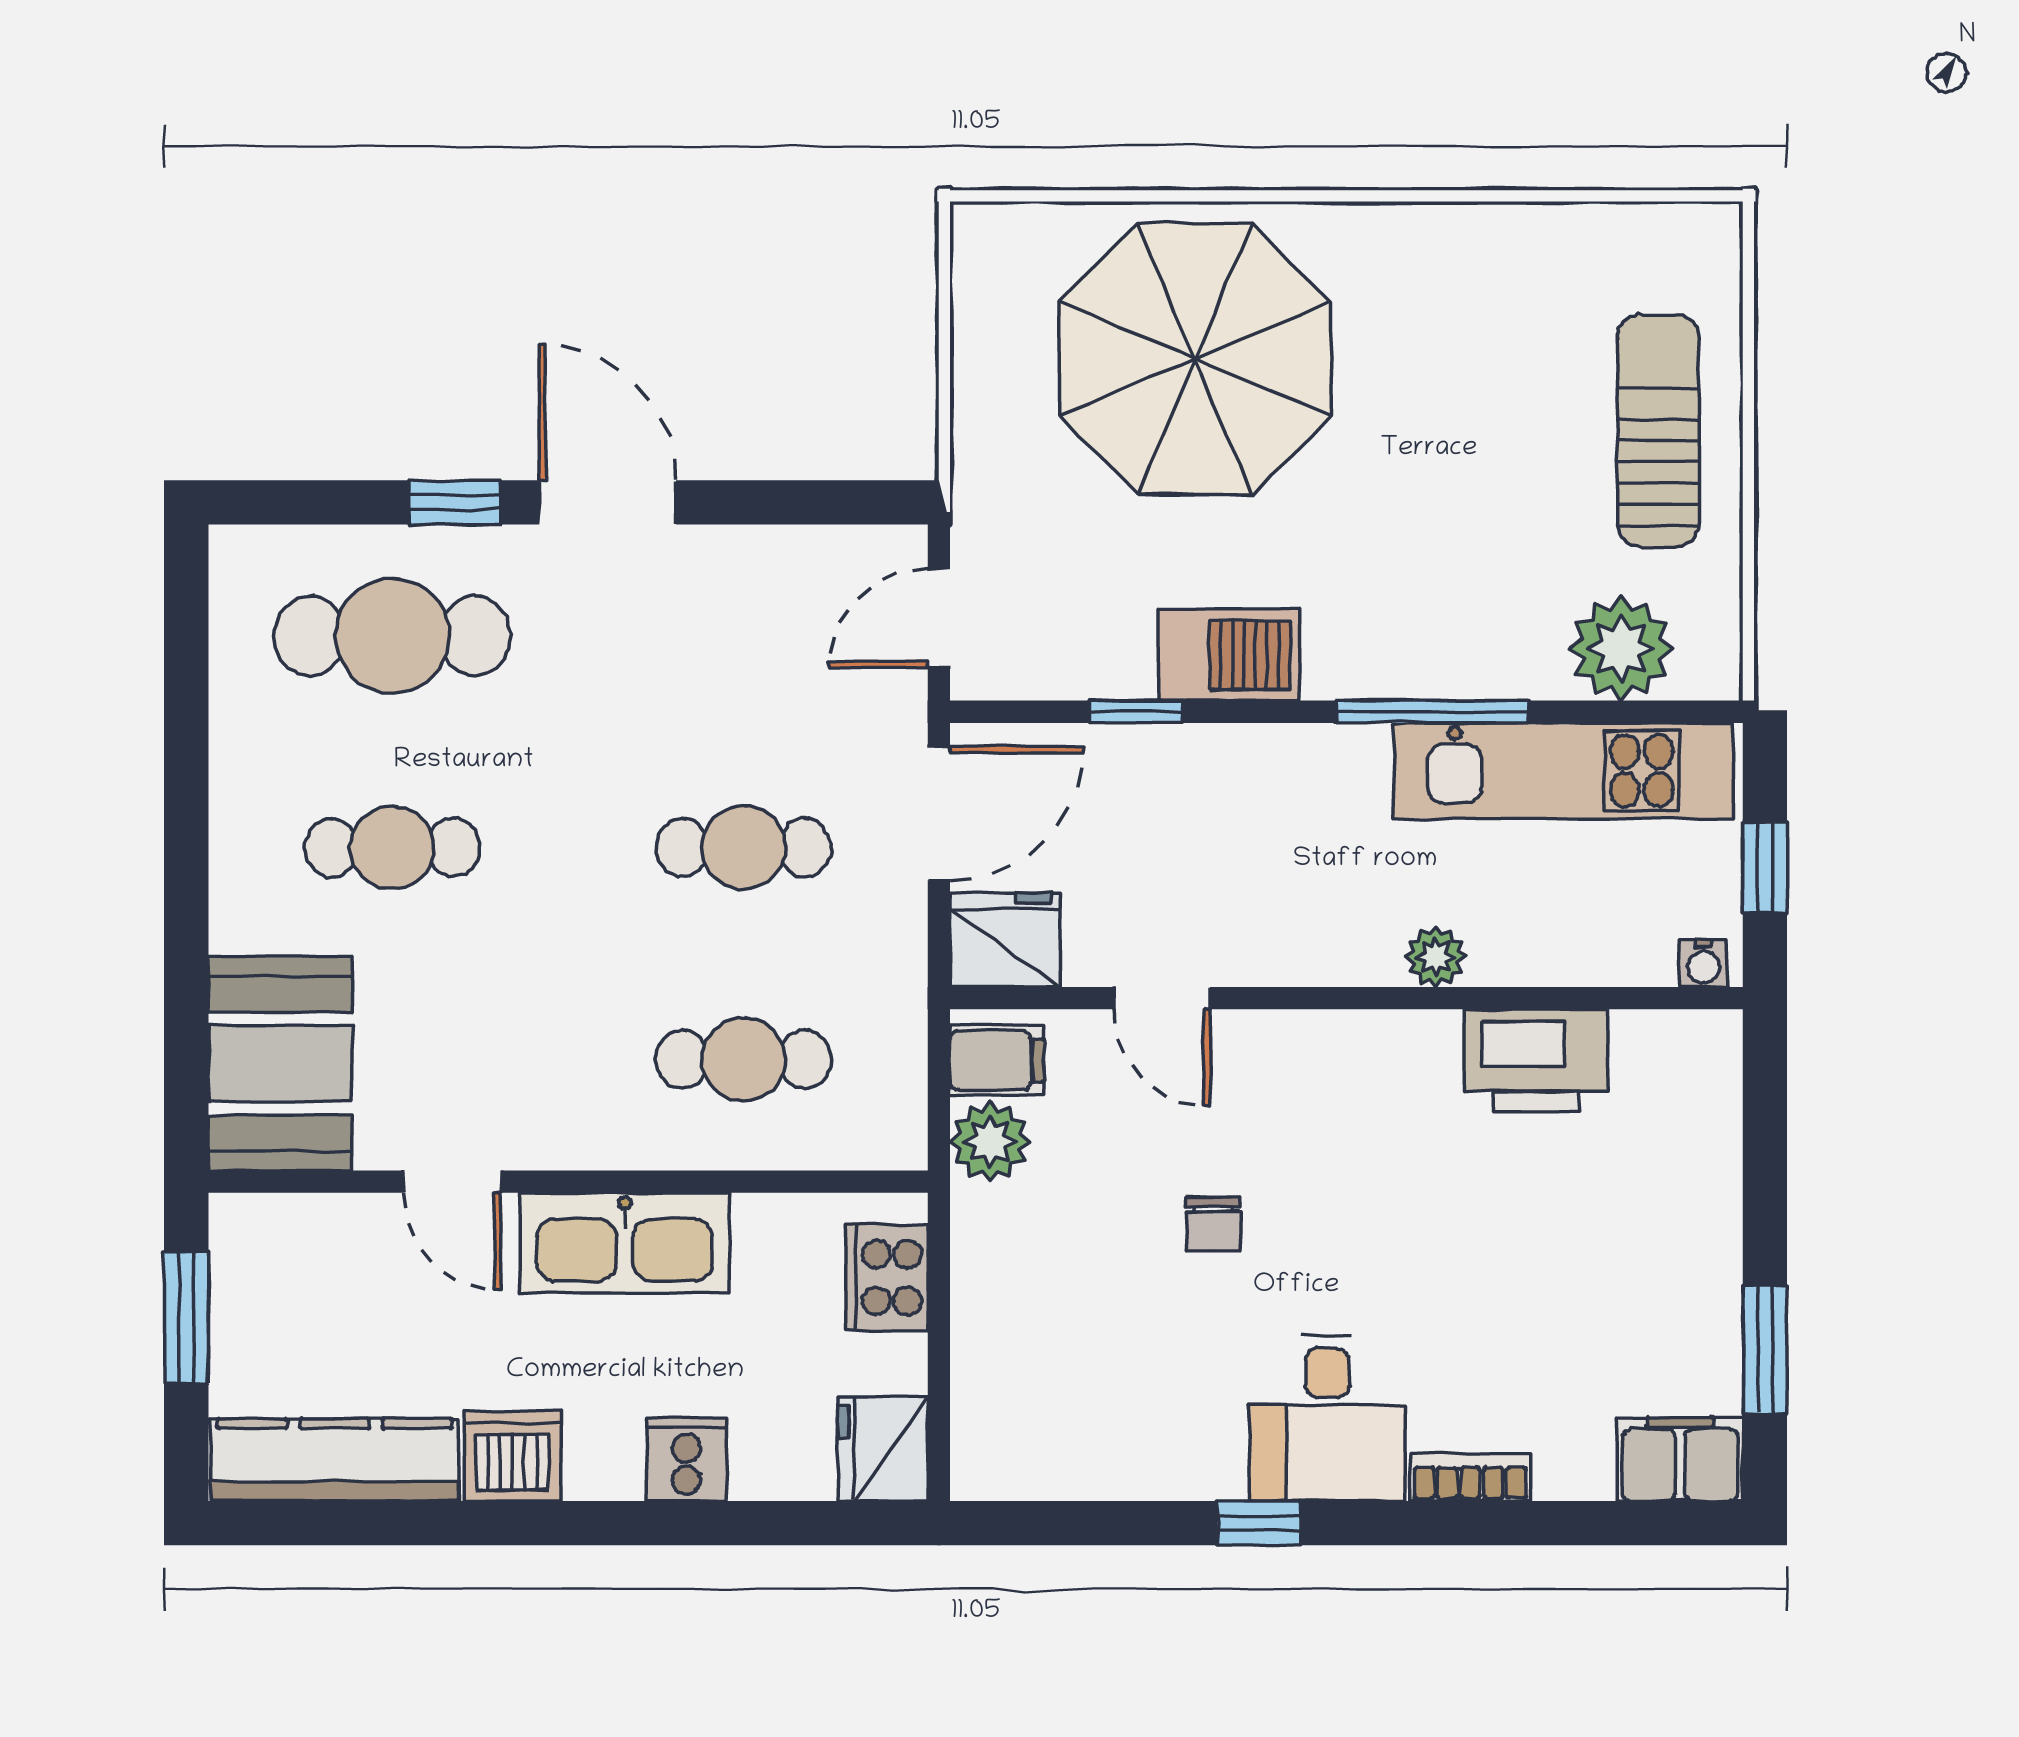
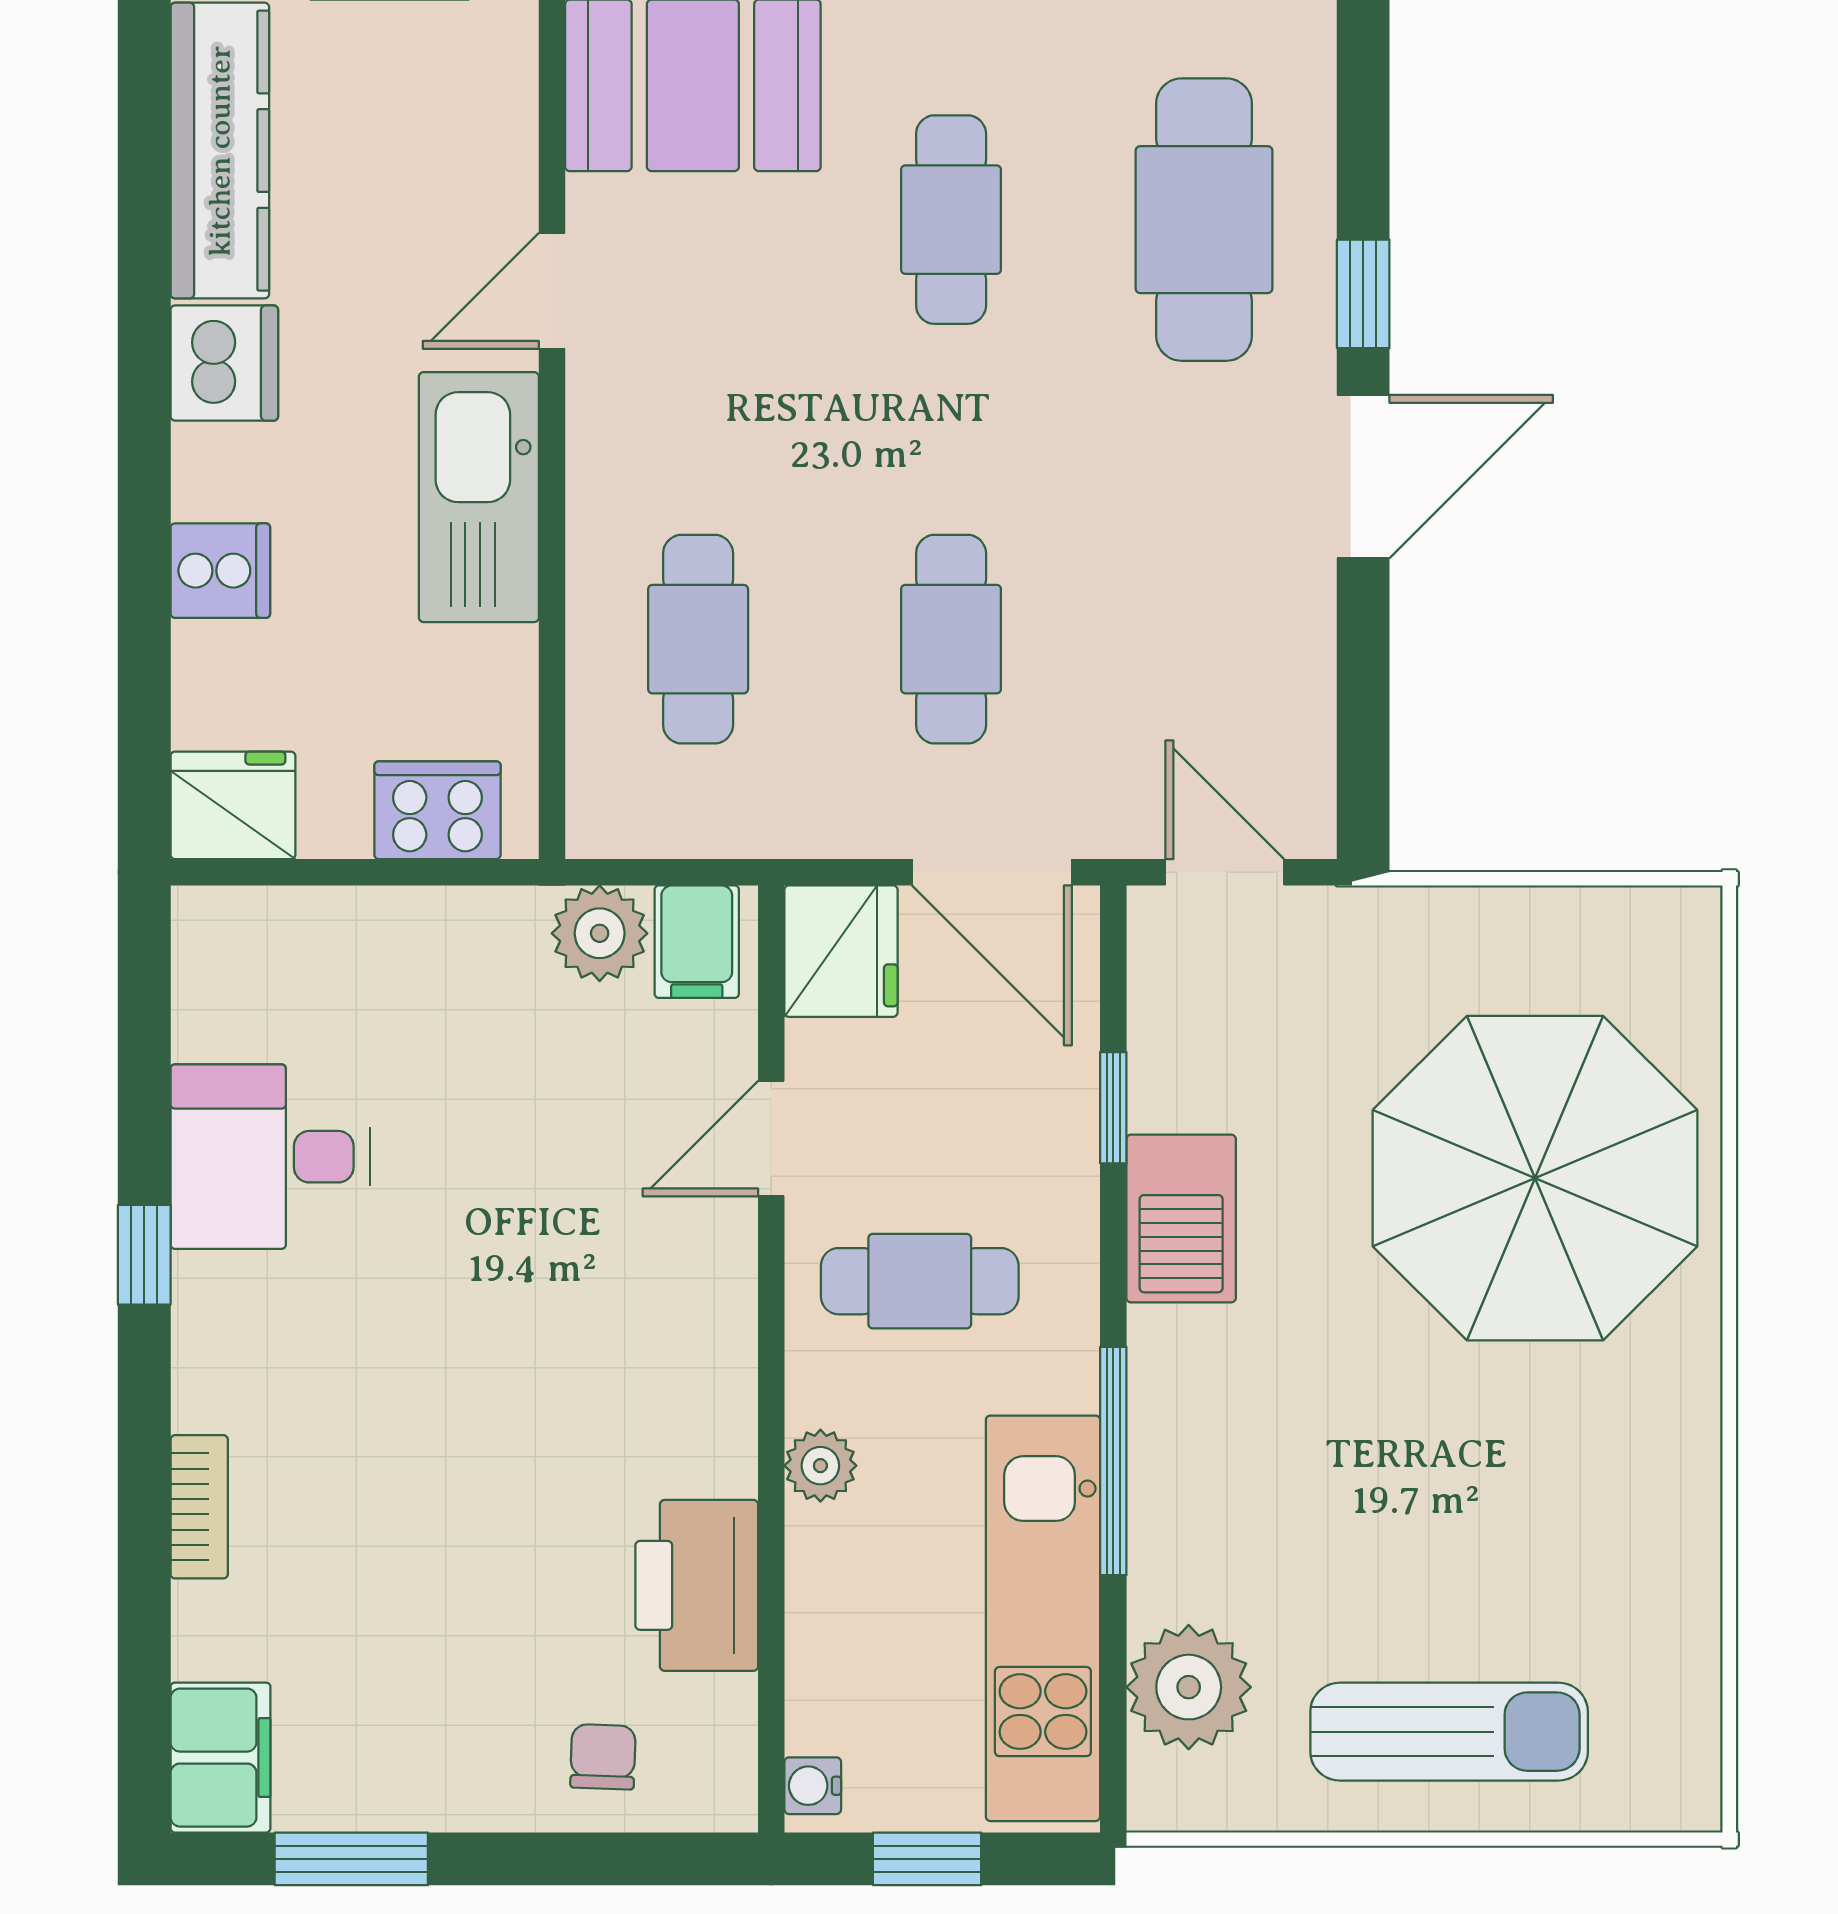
cafe table: (1281, 874) -> (920, 1281), added
chair: (1213, 1225) -> (603, 1757), moved, turned 92
desk: (1327, 1418) -> (270, 1157), moved

